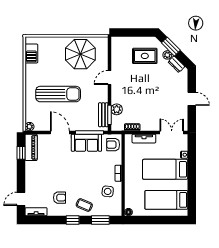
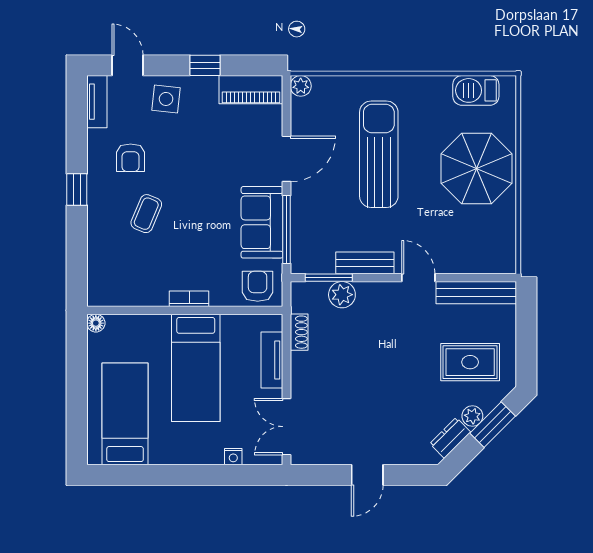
bench: (116, 53) -> (476, 293), added
parasol: (80, 54) -> (477, 168), moved
rug: (145, 56) -> (470, 362), turned 90
sun lounger: (58, 94) -> (379, 154), turned 180
bench: (103, 115) -> (365, 263), moved
double door: (172, 133) -> (286, 427), swing flipped
window: (21, 153) -> (205, 65), moved
bed: (165, 169) -> (196, 368), moved, turned 180
side table: (108, 191) -> (166, 99), moved
coffee table: (84, 205) -> (146, 214), moved
window: (100, 220) -> (77, 256), removed

